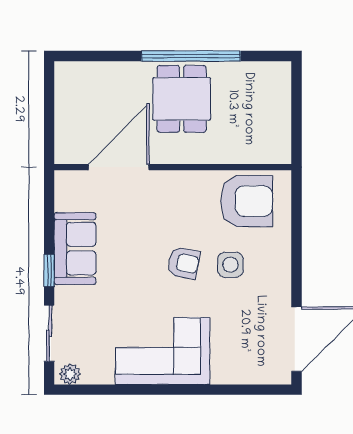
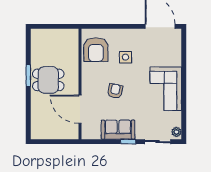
window: (191, 56) -> (28, 76), width x0.47
armchair: (247, 201) -> (96, 50), turned 180
armchair: (184, 263) -> (115, 91), moved

